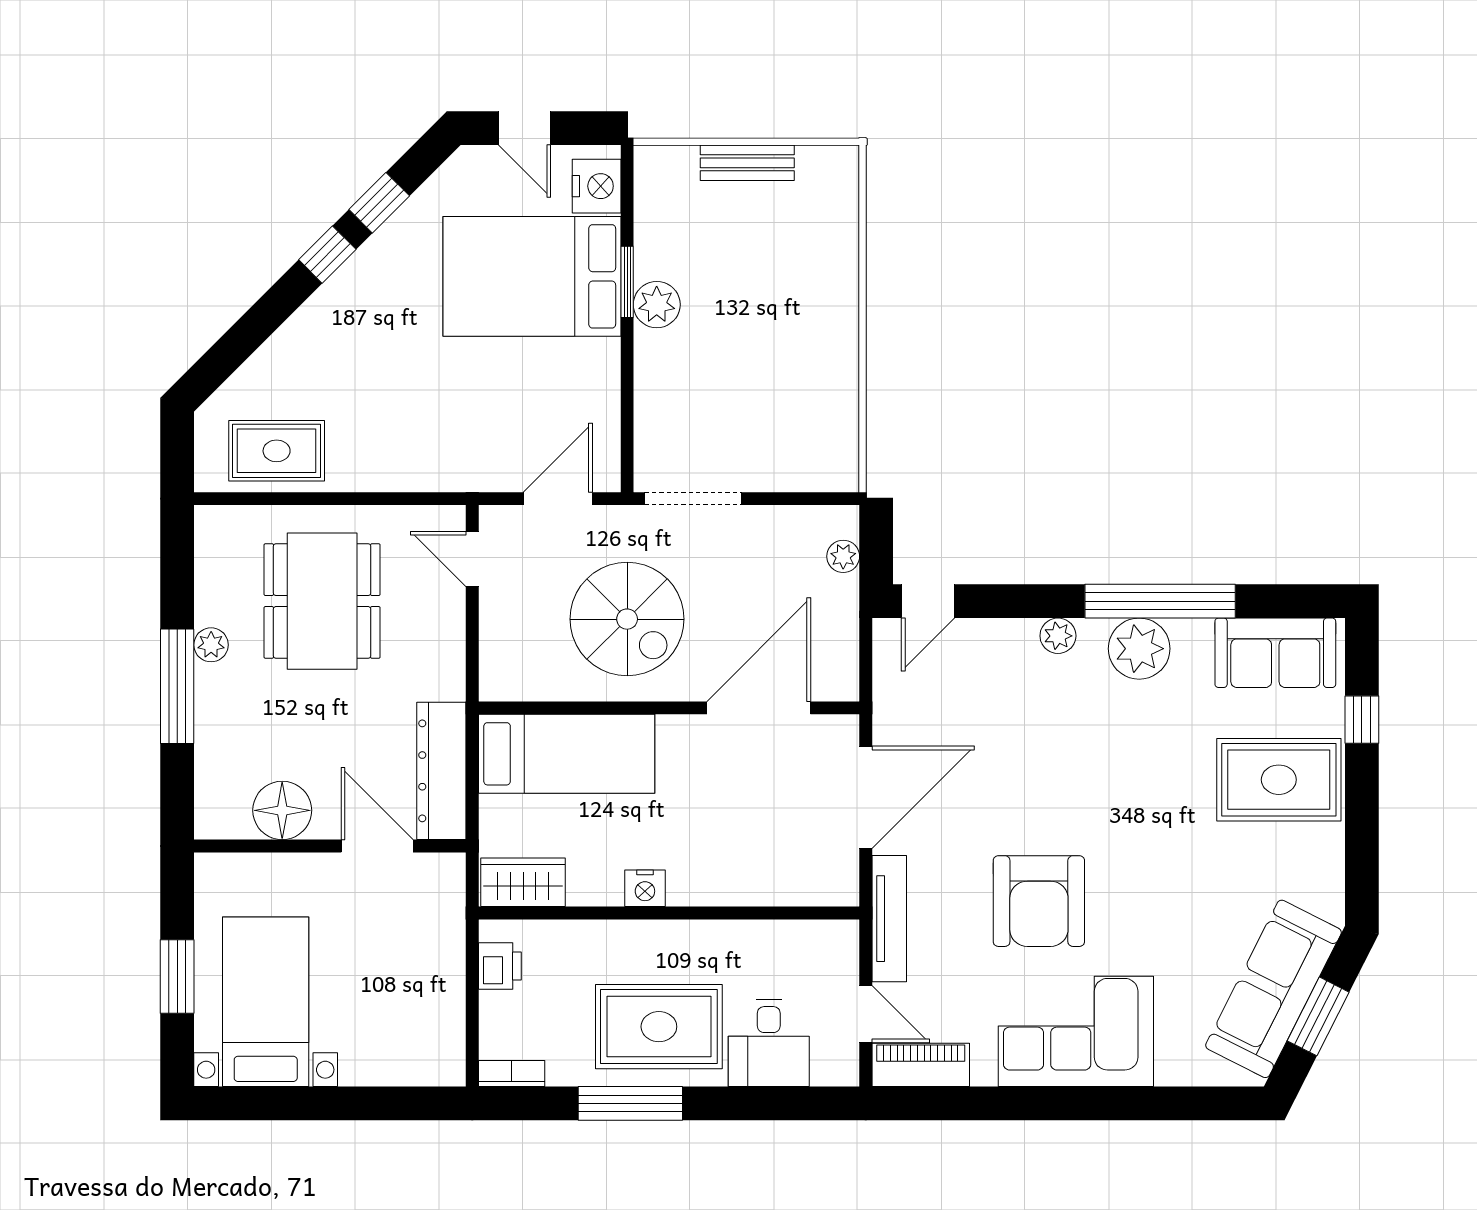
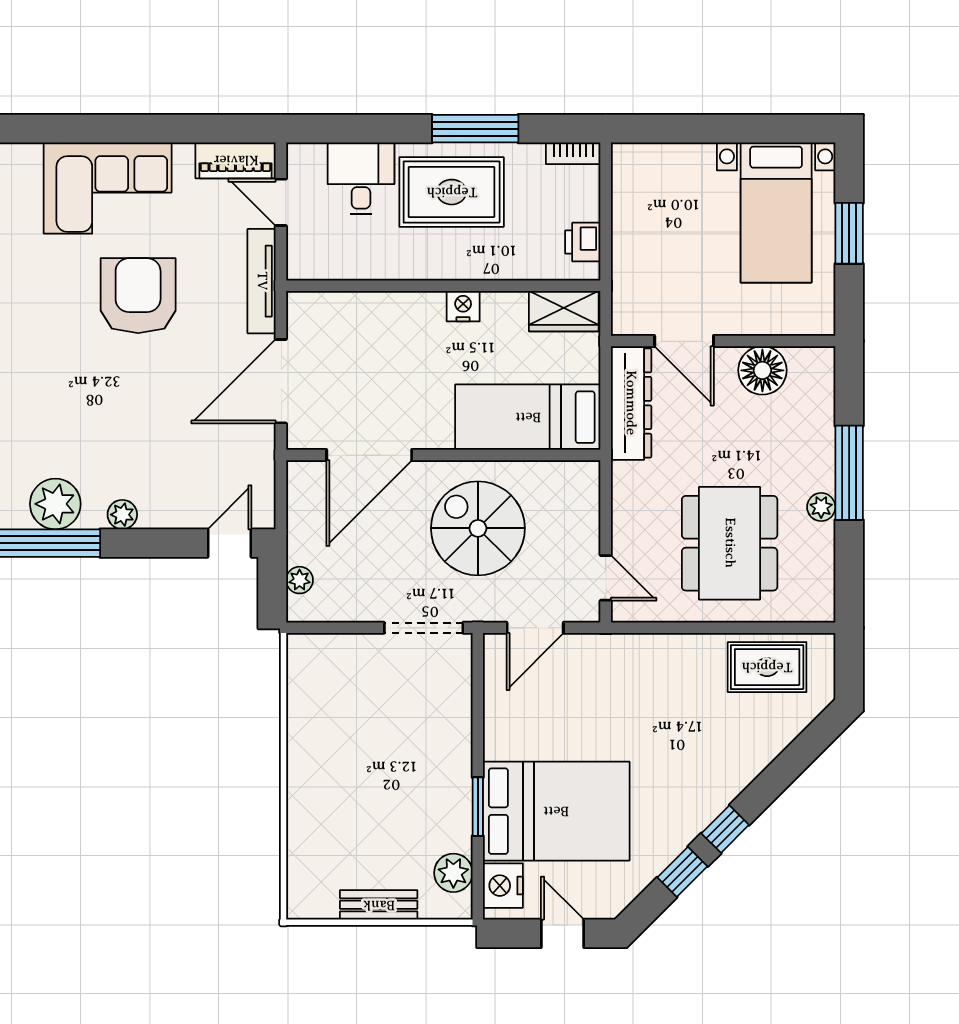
plant: (657, 305) -> (453, 873), moved

